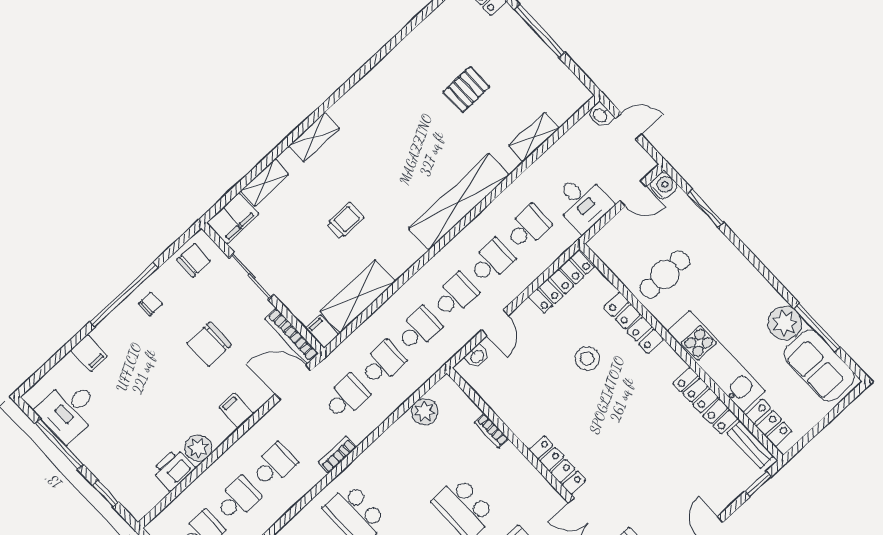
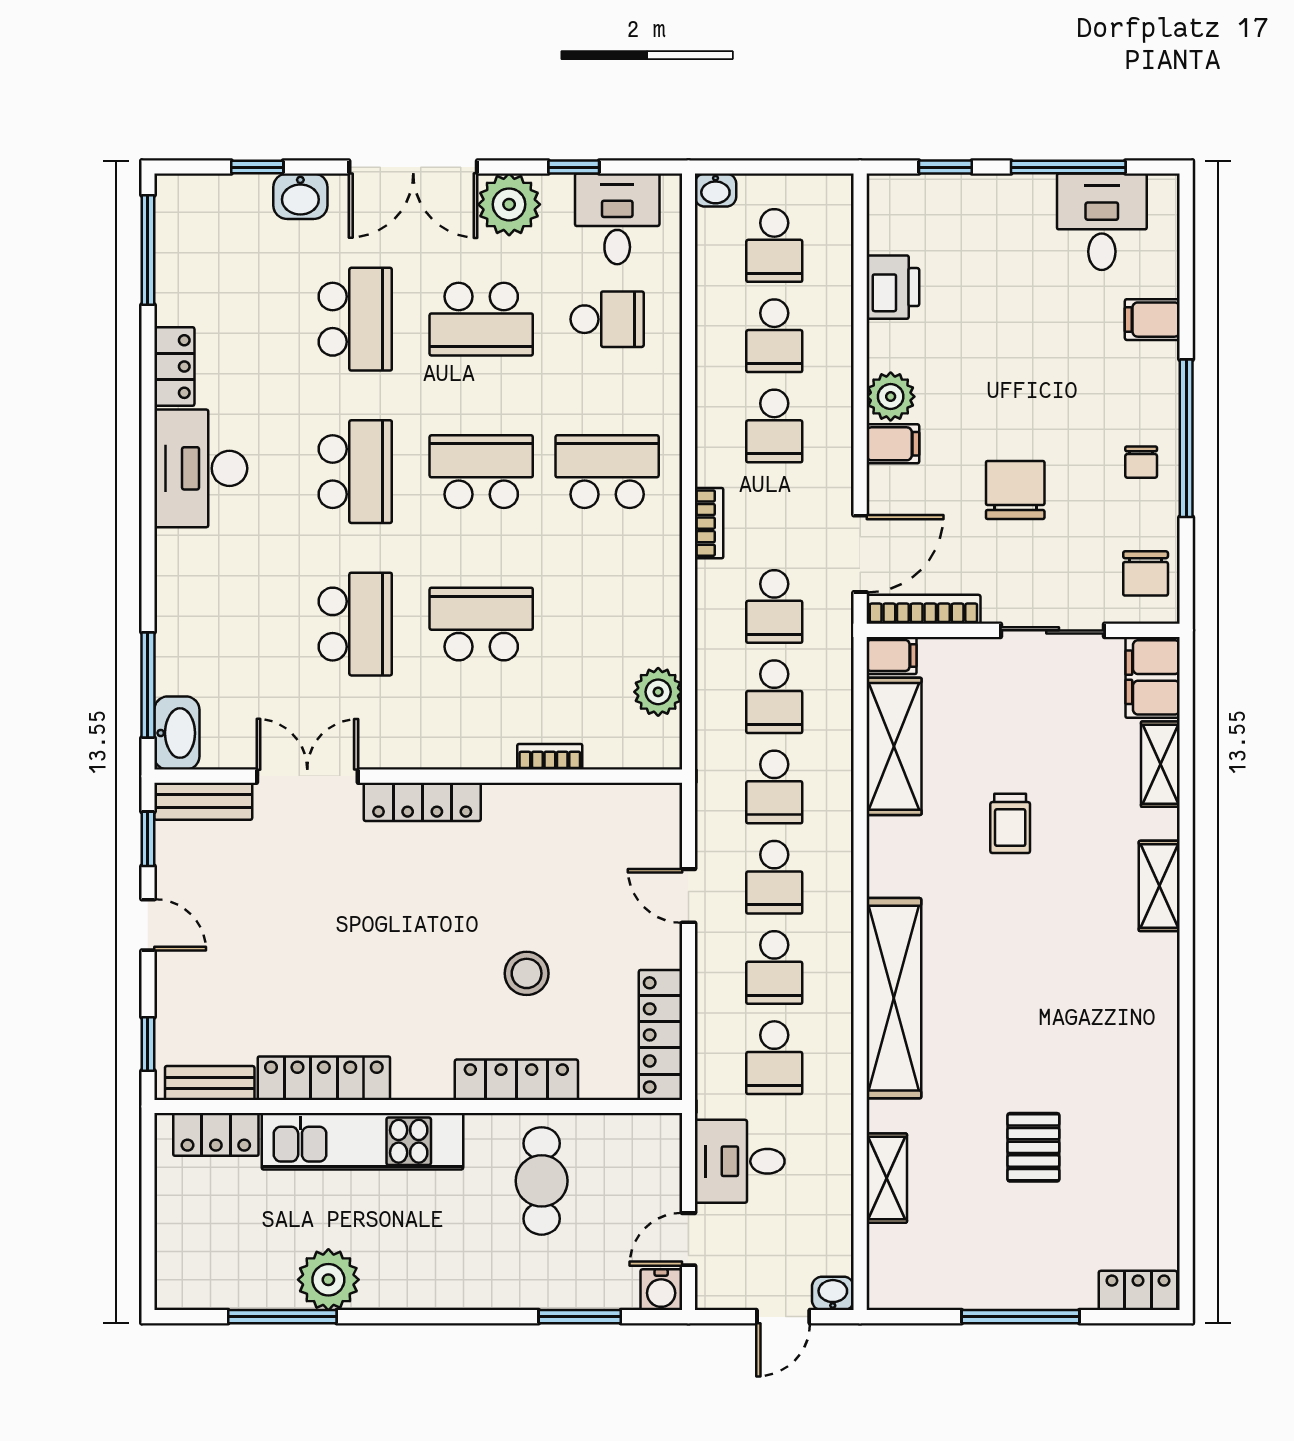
washbasin: (477, 356) -> (666, 830), removed
sofa: (819, 366) -> (229, 1272), removed
plant: (198, 448) -> (891, 397), moved

